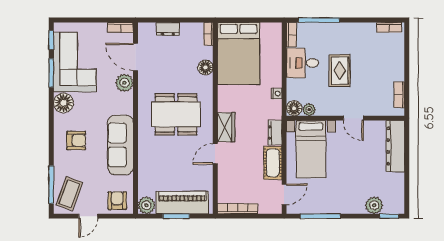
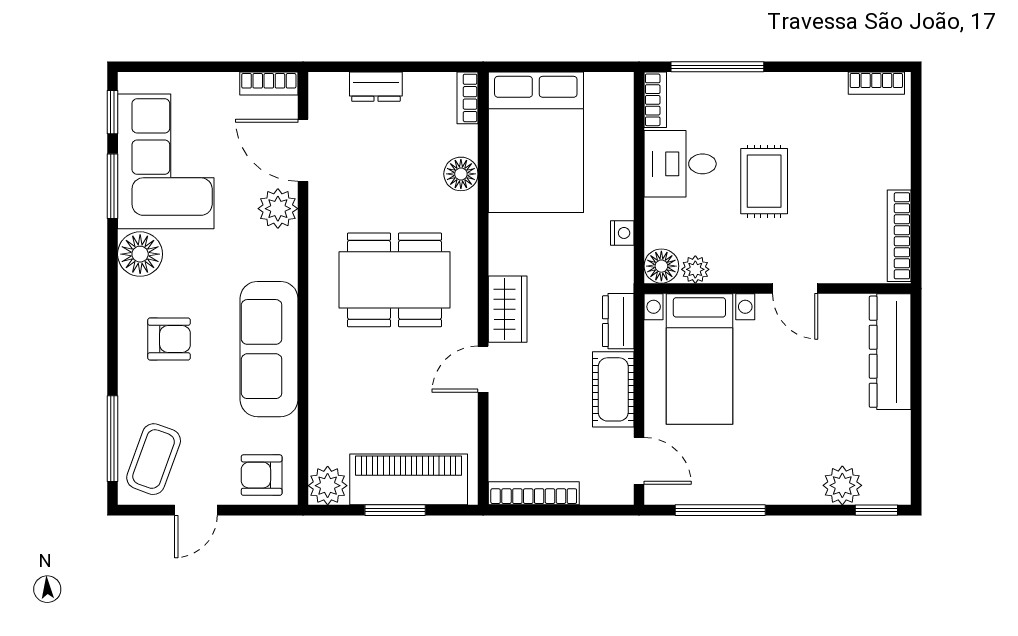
bookcase: (399, 95) -> (899, 236), width x1.56
door: (284, 194) -> (639, 461), hinge flipped
armchair: (117, 201) -> (262, 475), turned -90

